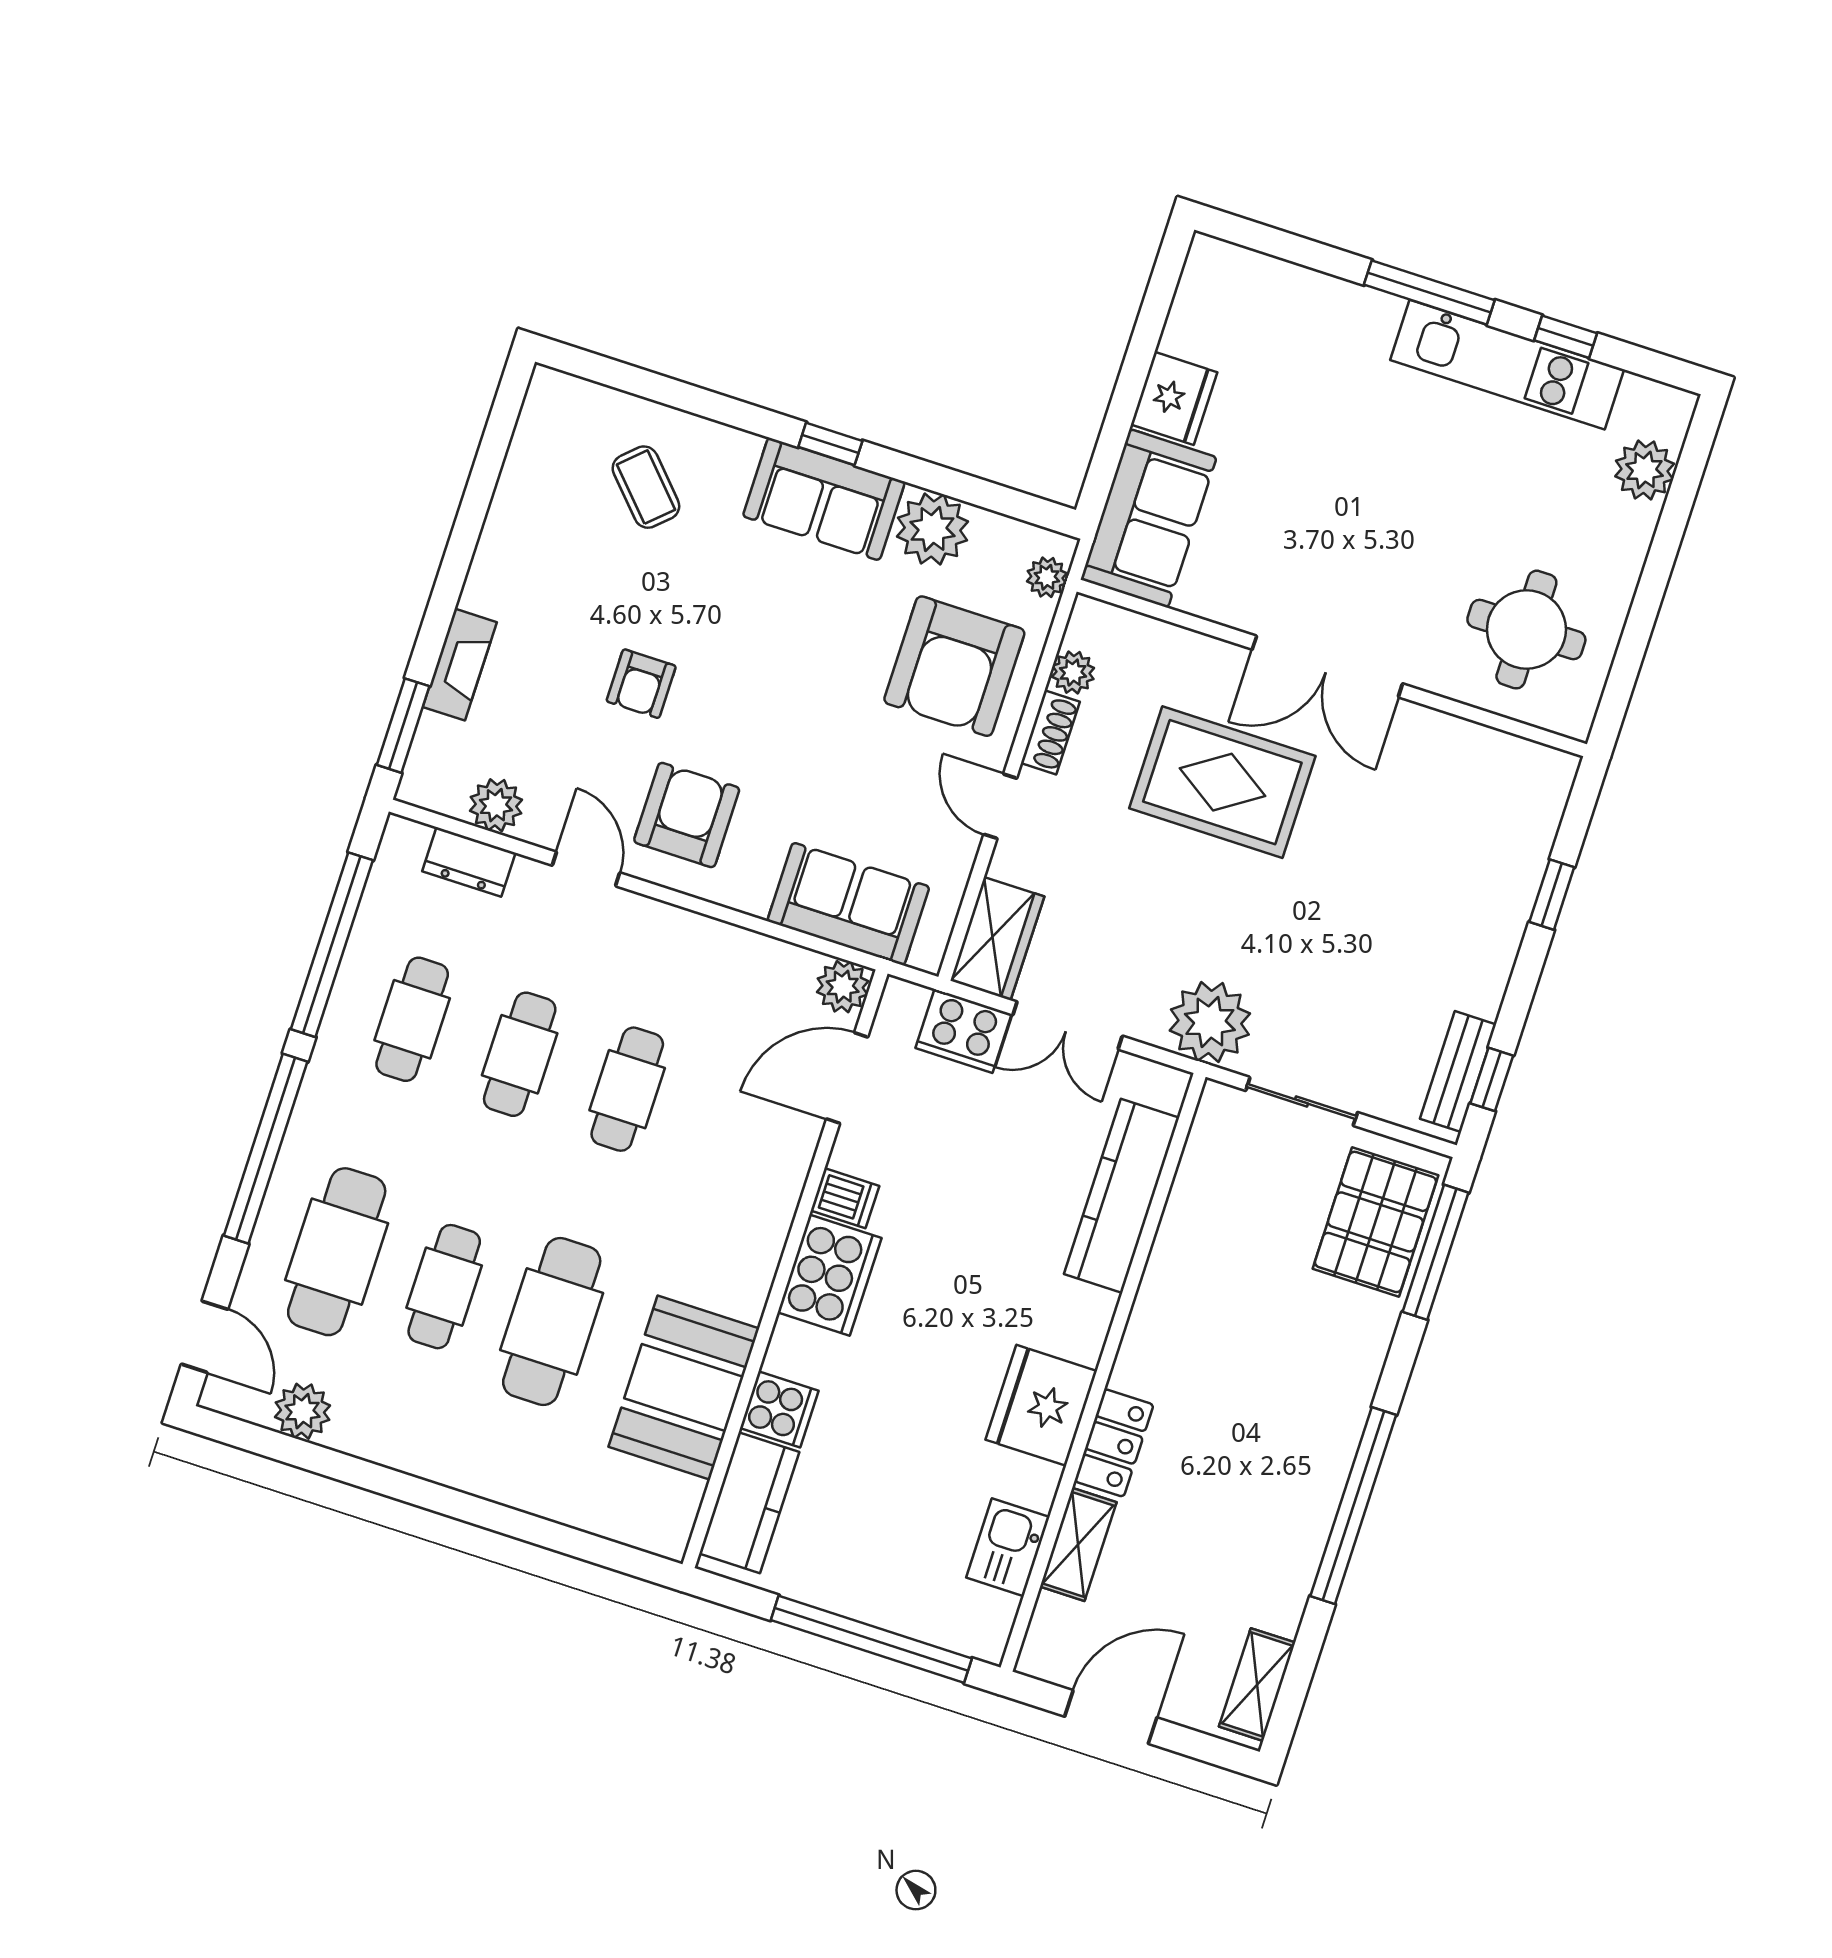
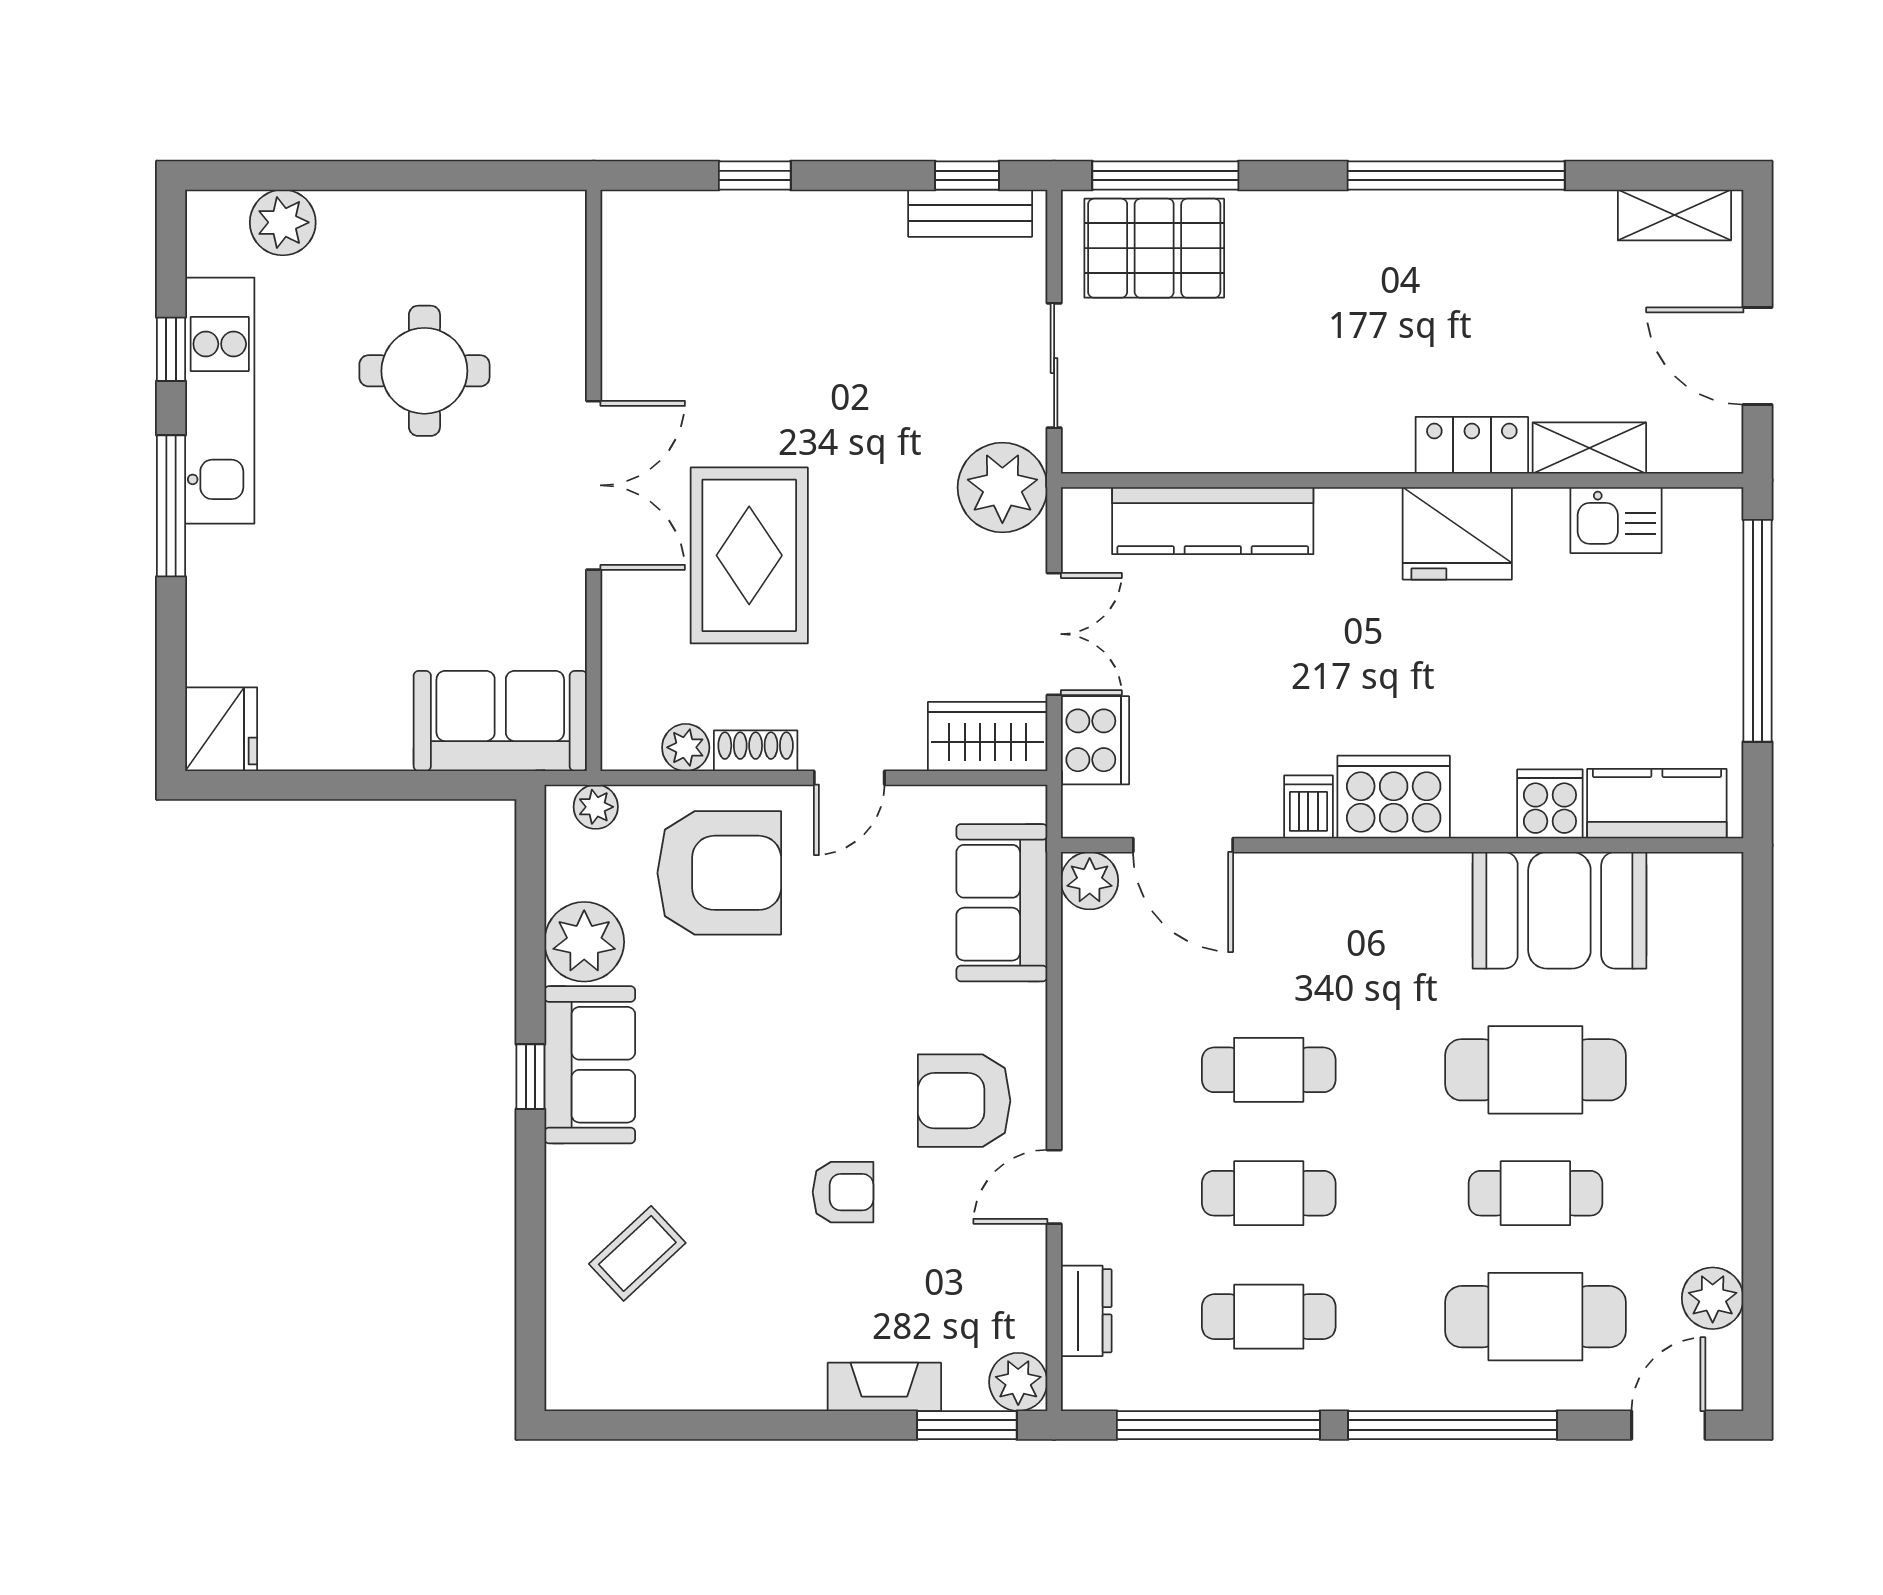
fridge: (1174, 398) -> (221, 729), moved, turned 90
round table: (1526, 630) -> (424, 371), moved
plant: (496, 805) -> (1018, 1382), moved

